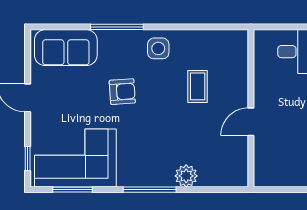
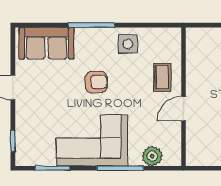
wall: (251, 108) -> (184, 97), moved
door: (251, 122) -> (184, 109), moved
corner sofa: (75, 158) -> (92, 140), moved

